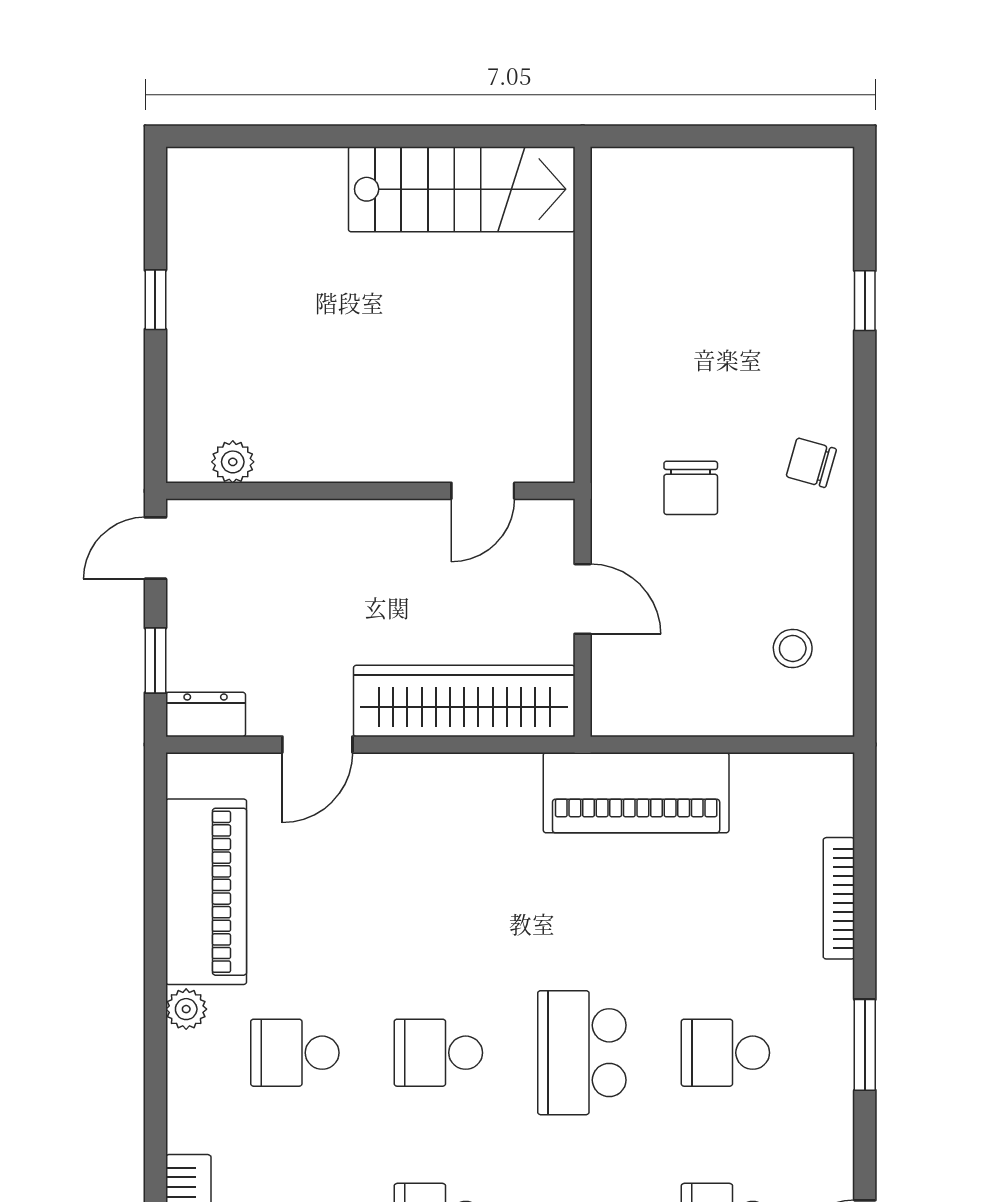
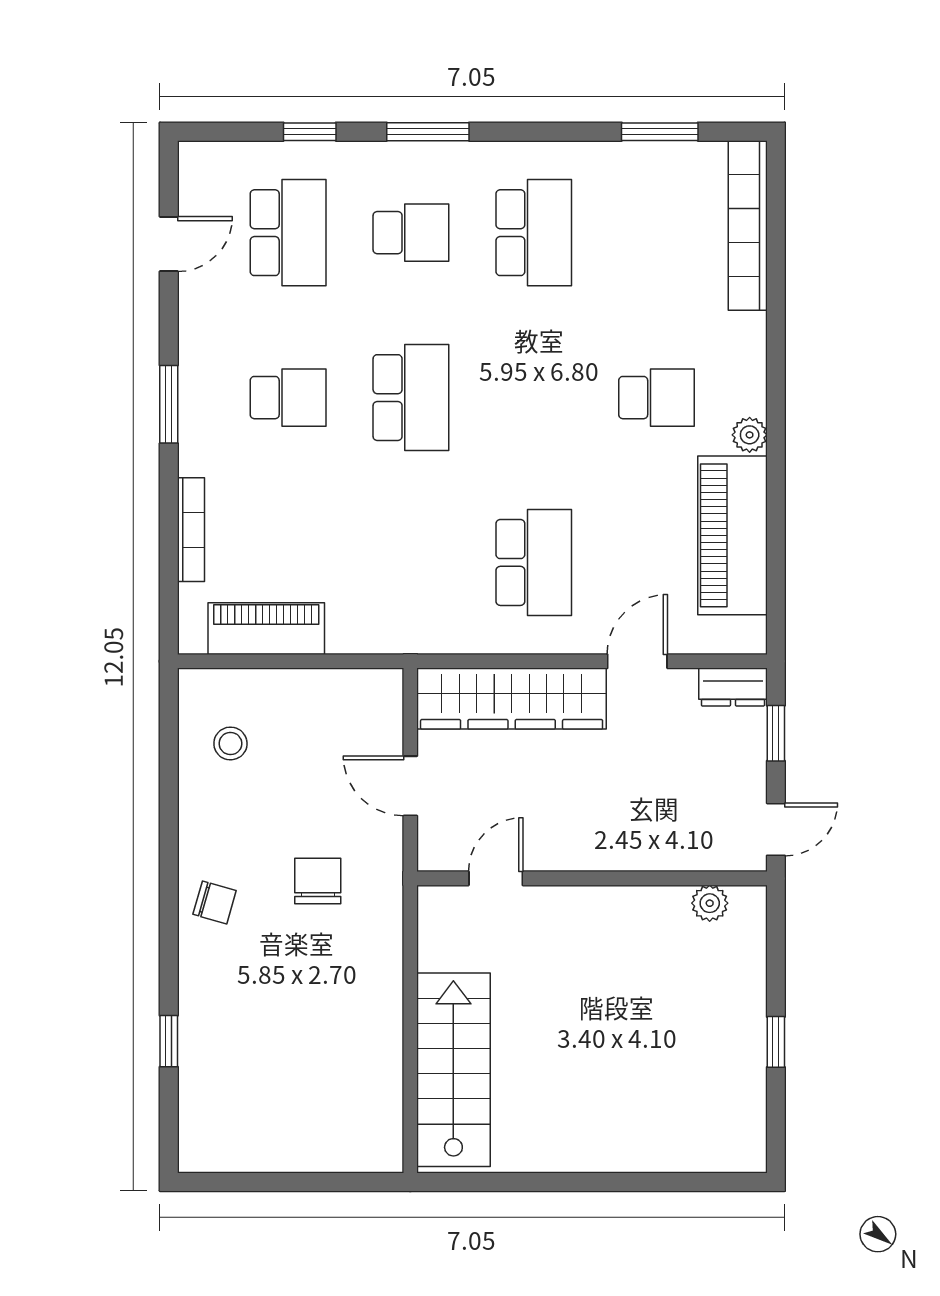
stairs: (462, 189) -> (453, 1070), moved, turned 90
piano: (636, 793) -> (266, 629), moved, width x0.73, depth x0.75
school desk: (438, 1053) -> (534, 562), moved, width x1.85

